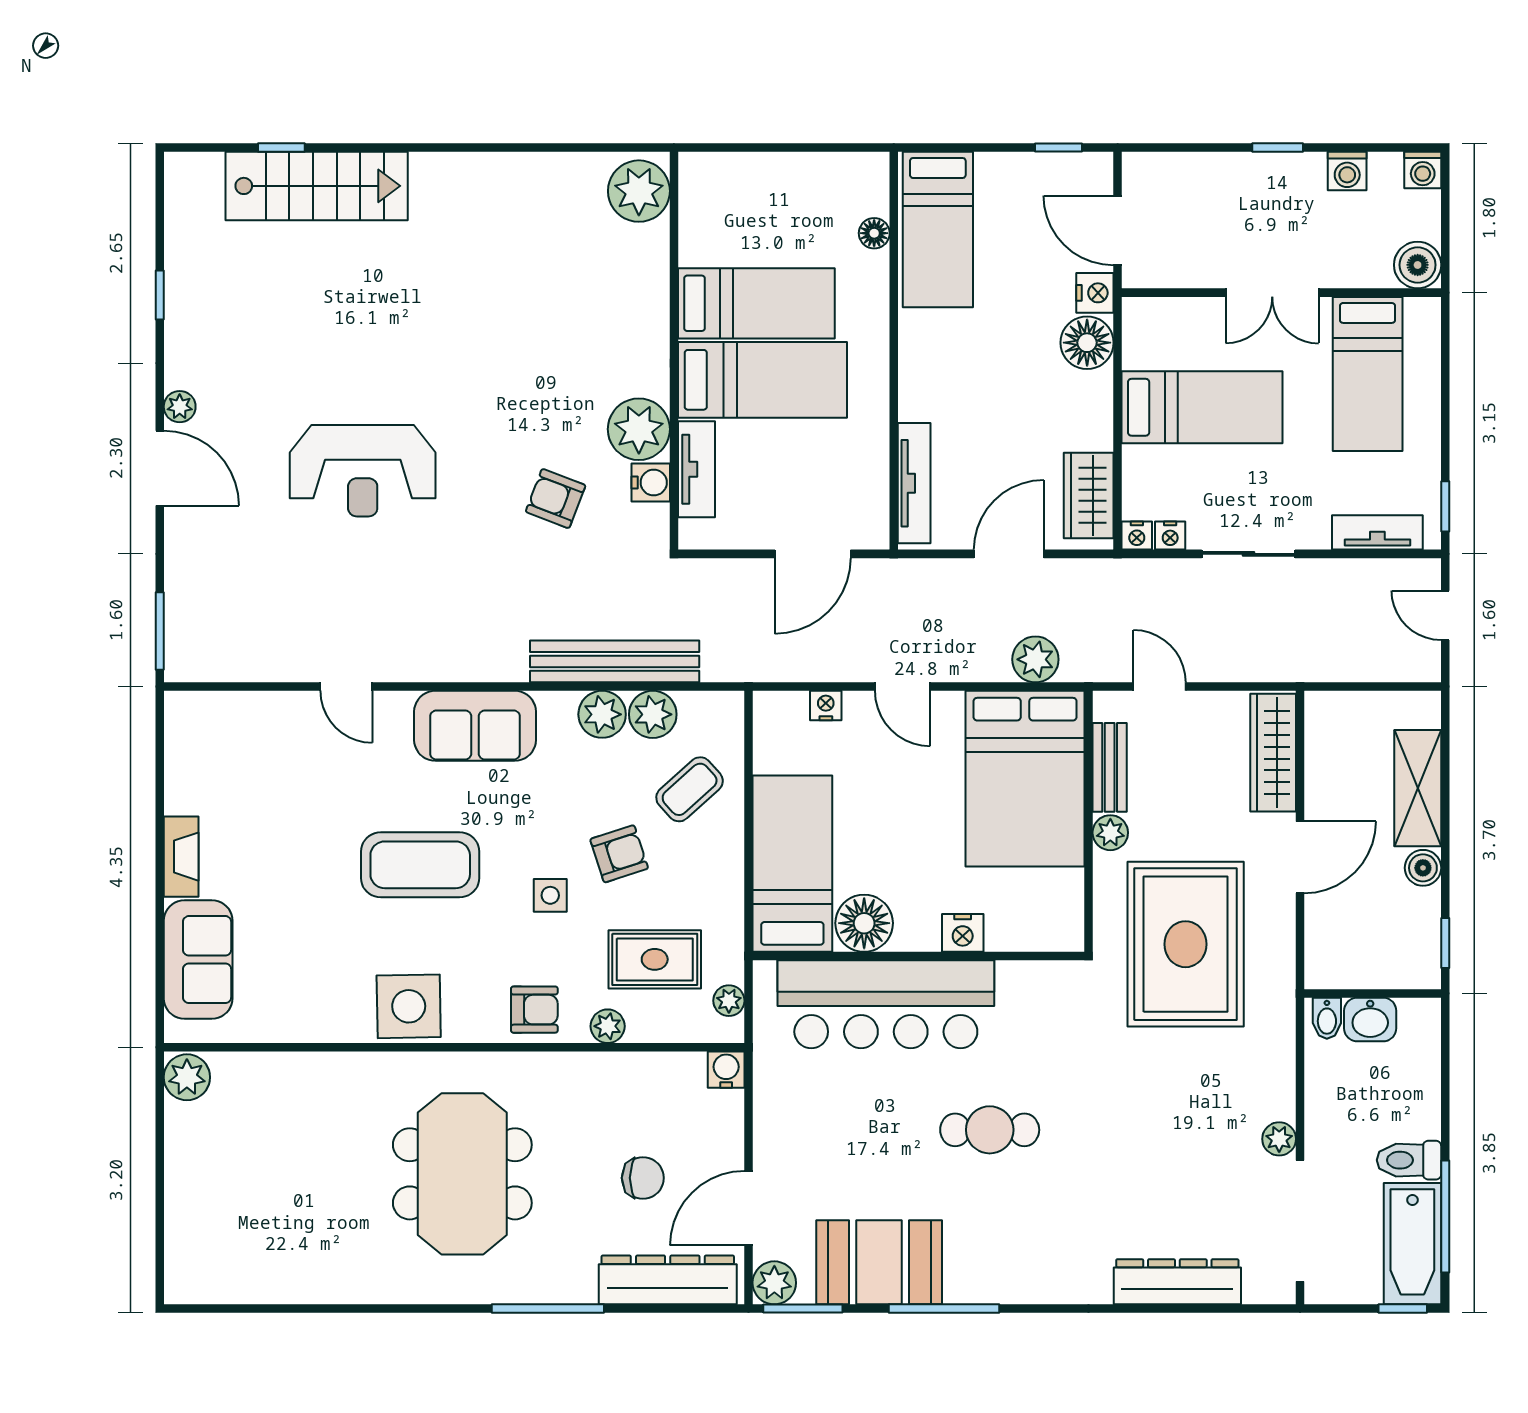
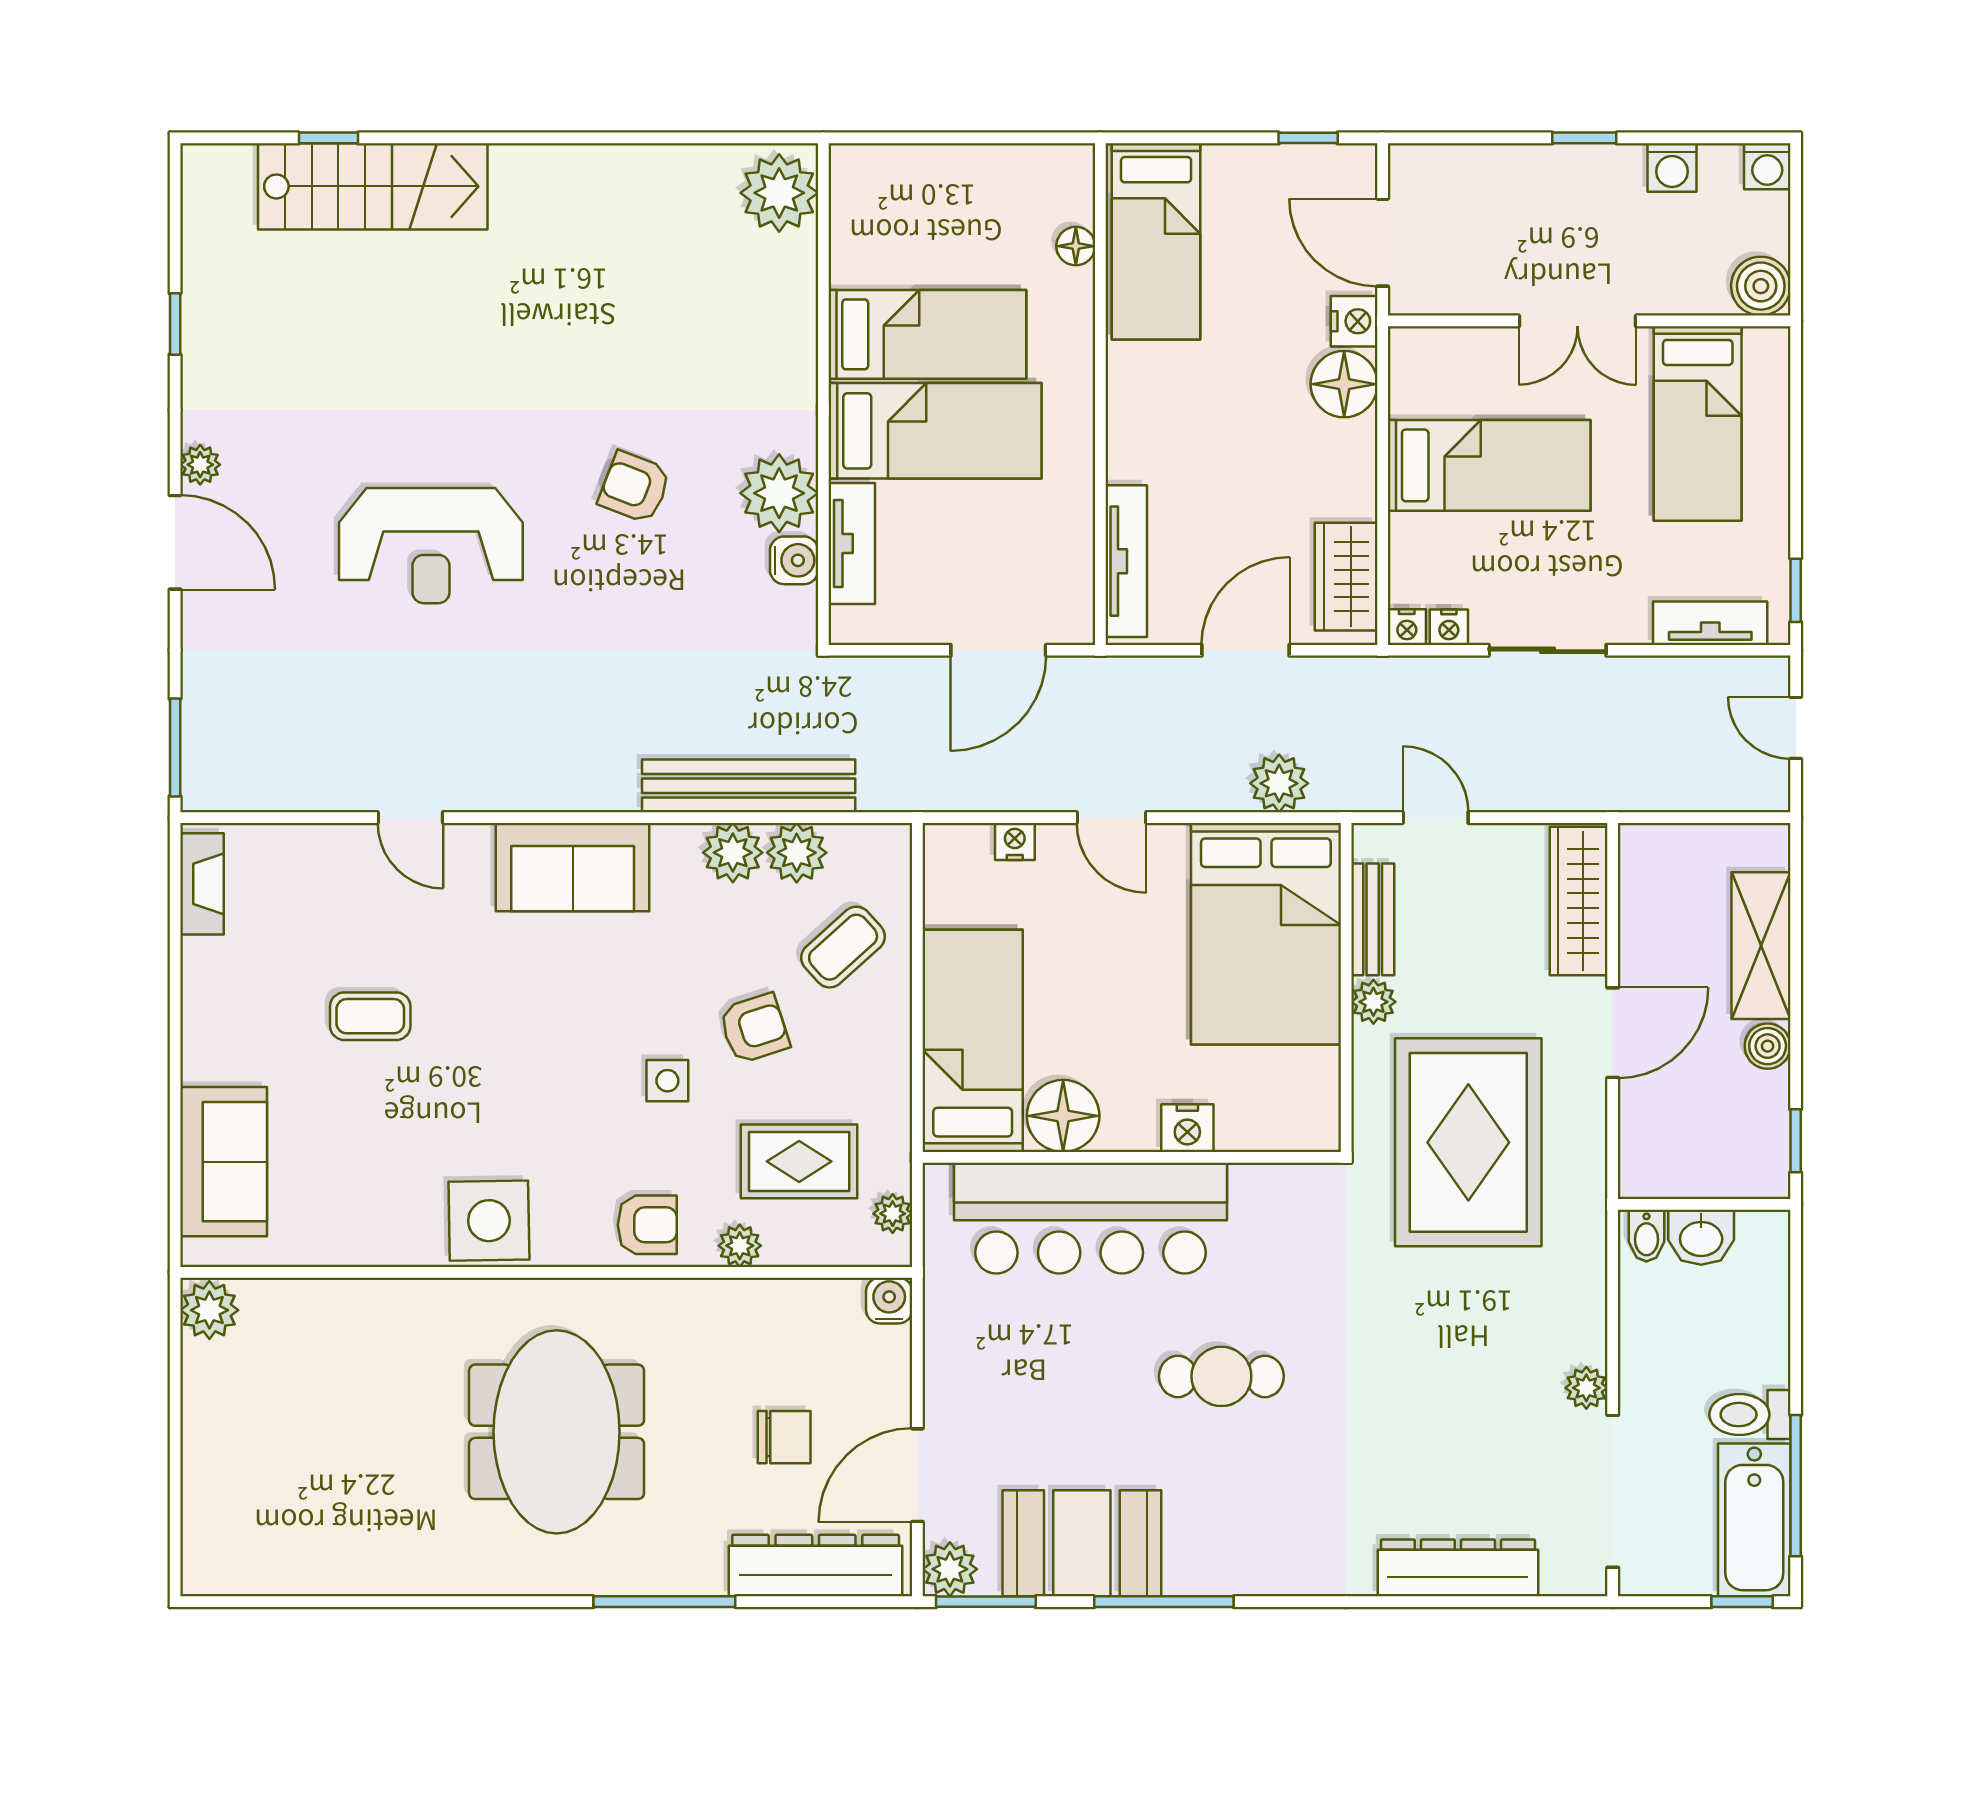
armchair: (556, 498) -> (635, 487), moved
fireplace: (181, 857) -> (202, 884), moved
coffee table: (420, 865) -> (370, 1016), moved, width x0.54, depth x0.58

